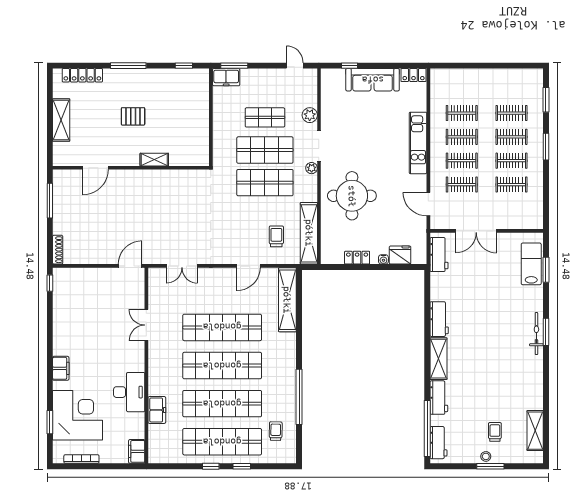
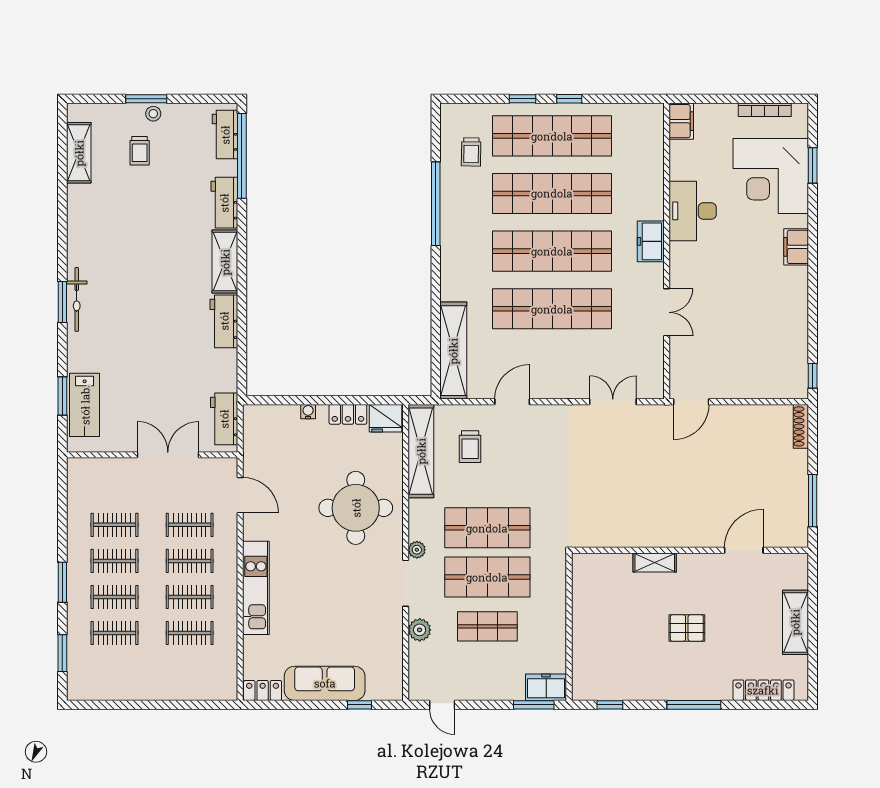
fridge: (400, 255) -> (386, 418), moved
freezer: (157, 410) -> (651, 241), moved

